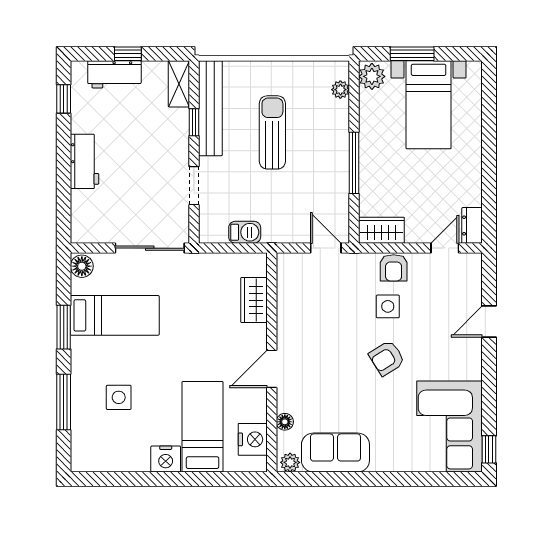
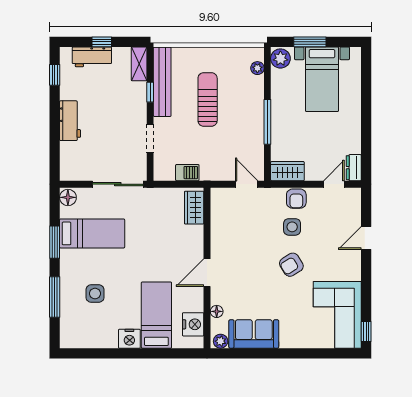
wardrobe: (254, 300) -> (194, 208), moved

